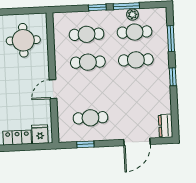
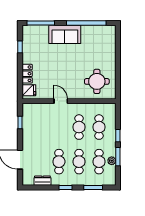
cafe table: (90, 118) -> (59, 162), moved
dresser: (166, 126) -> (42, 181), moved

